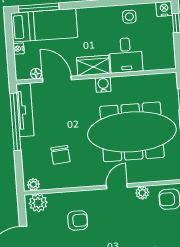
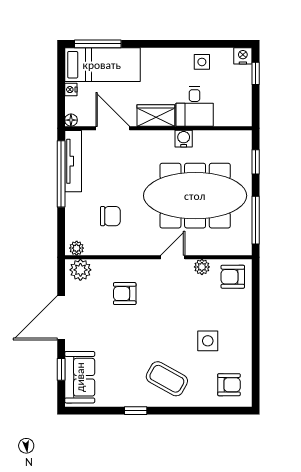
floor lamp: (36, 74) -> (71, 120), moved
water cooler: (103, 85) -> (184, 139), moved
chair: (60, 155) -> (110, 216), turned -85
armchair: (78, 220) -> (125, 294), turned 180

